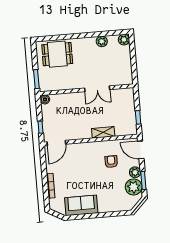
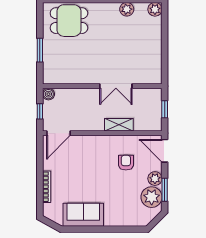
double door: (97, 89) -> (116, 86), moved
wall: (87, 90) -> (102, 86), moved
boiler: (45, 99) -> (48, 94), moved

